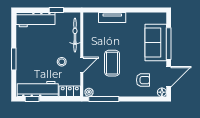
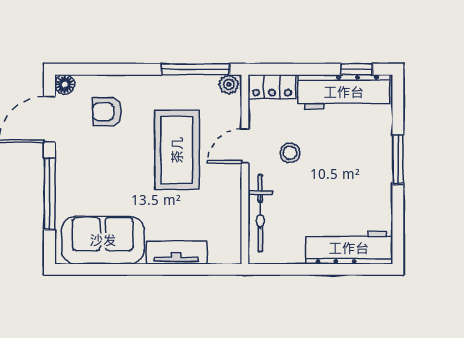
window: (56, 10) -> (302, 269), removed
sofa: (156, 42) -> (103, 240), moved, turned -90
coffee table: (112, 63) -> (177, 150), width x1.36, depth x1.32

